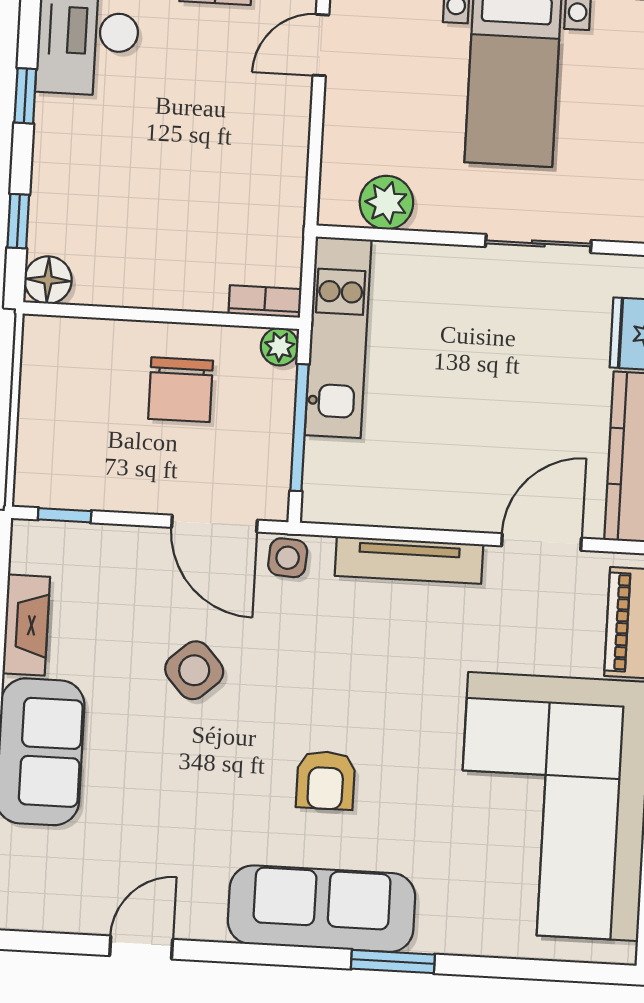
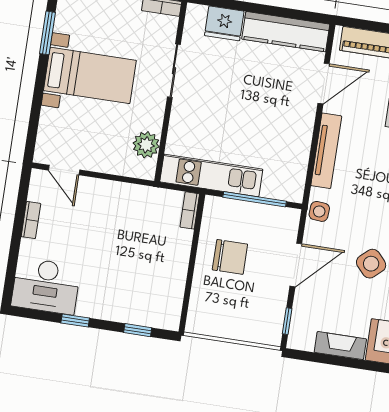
floor lamp: (48, 280) -> (169, 318), removed
plant: (280, 347) -> (213, 205), removed
door: (214, 524) -> (296, 265), moved
door: (542, 542) -> (324, 84), swing flipped

